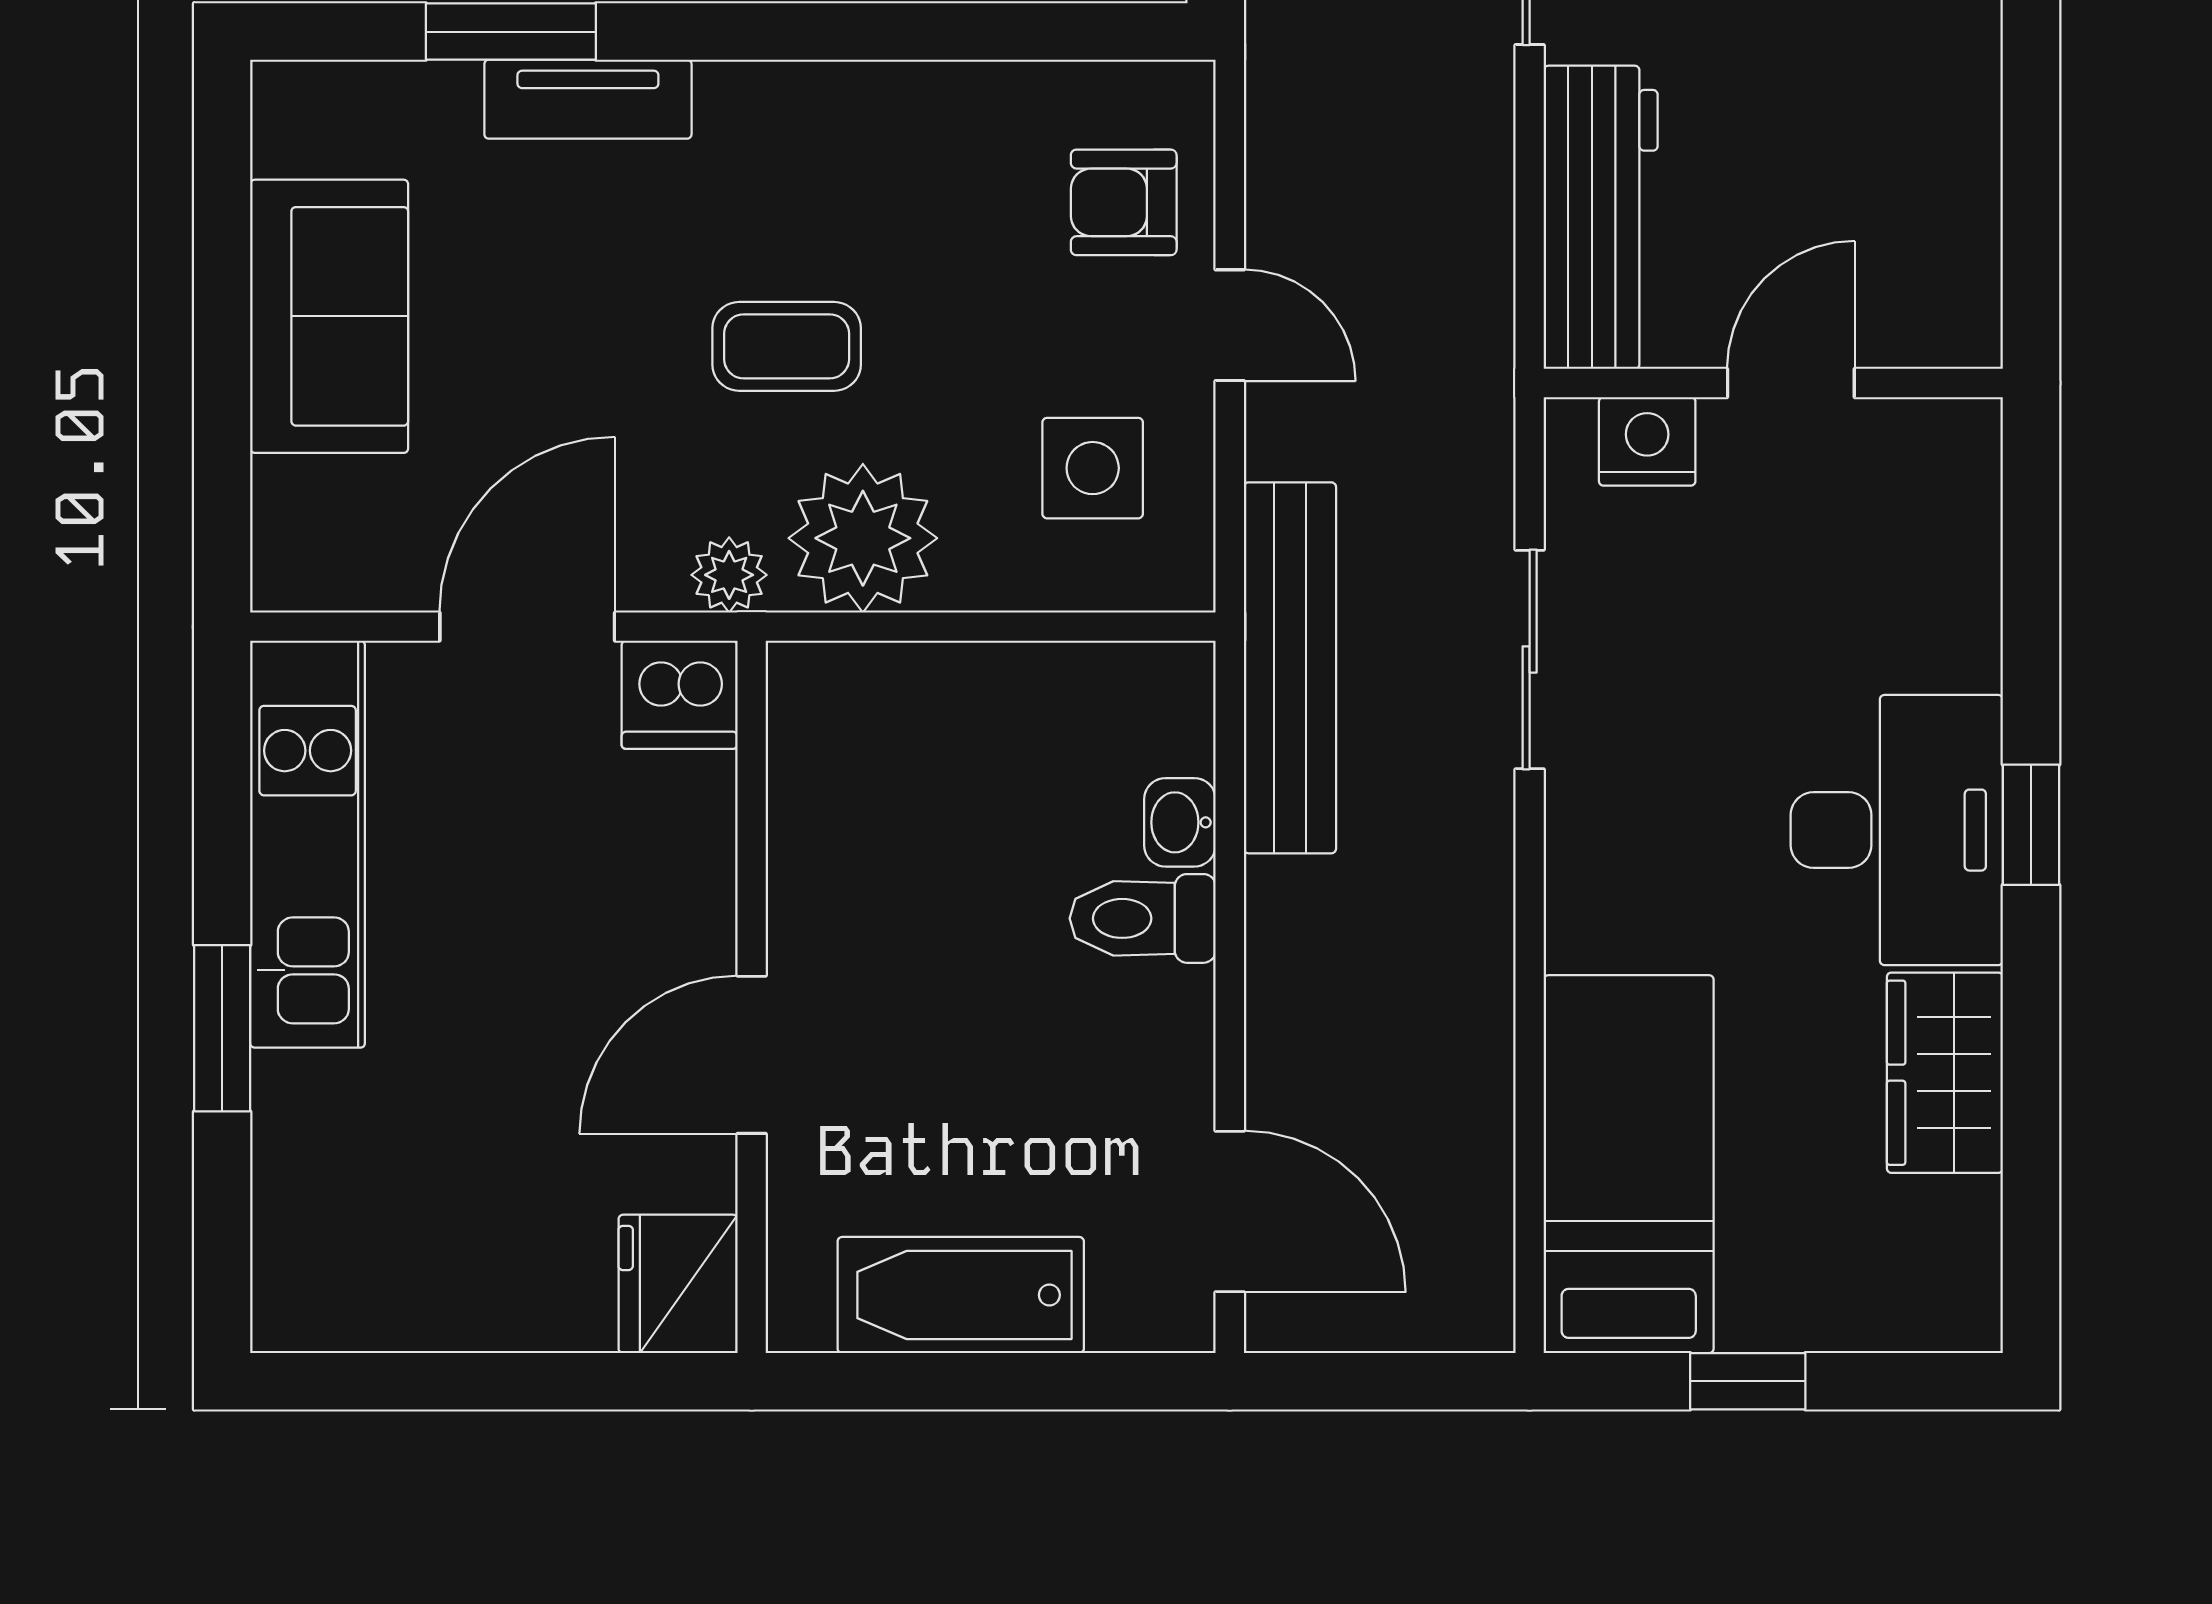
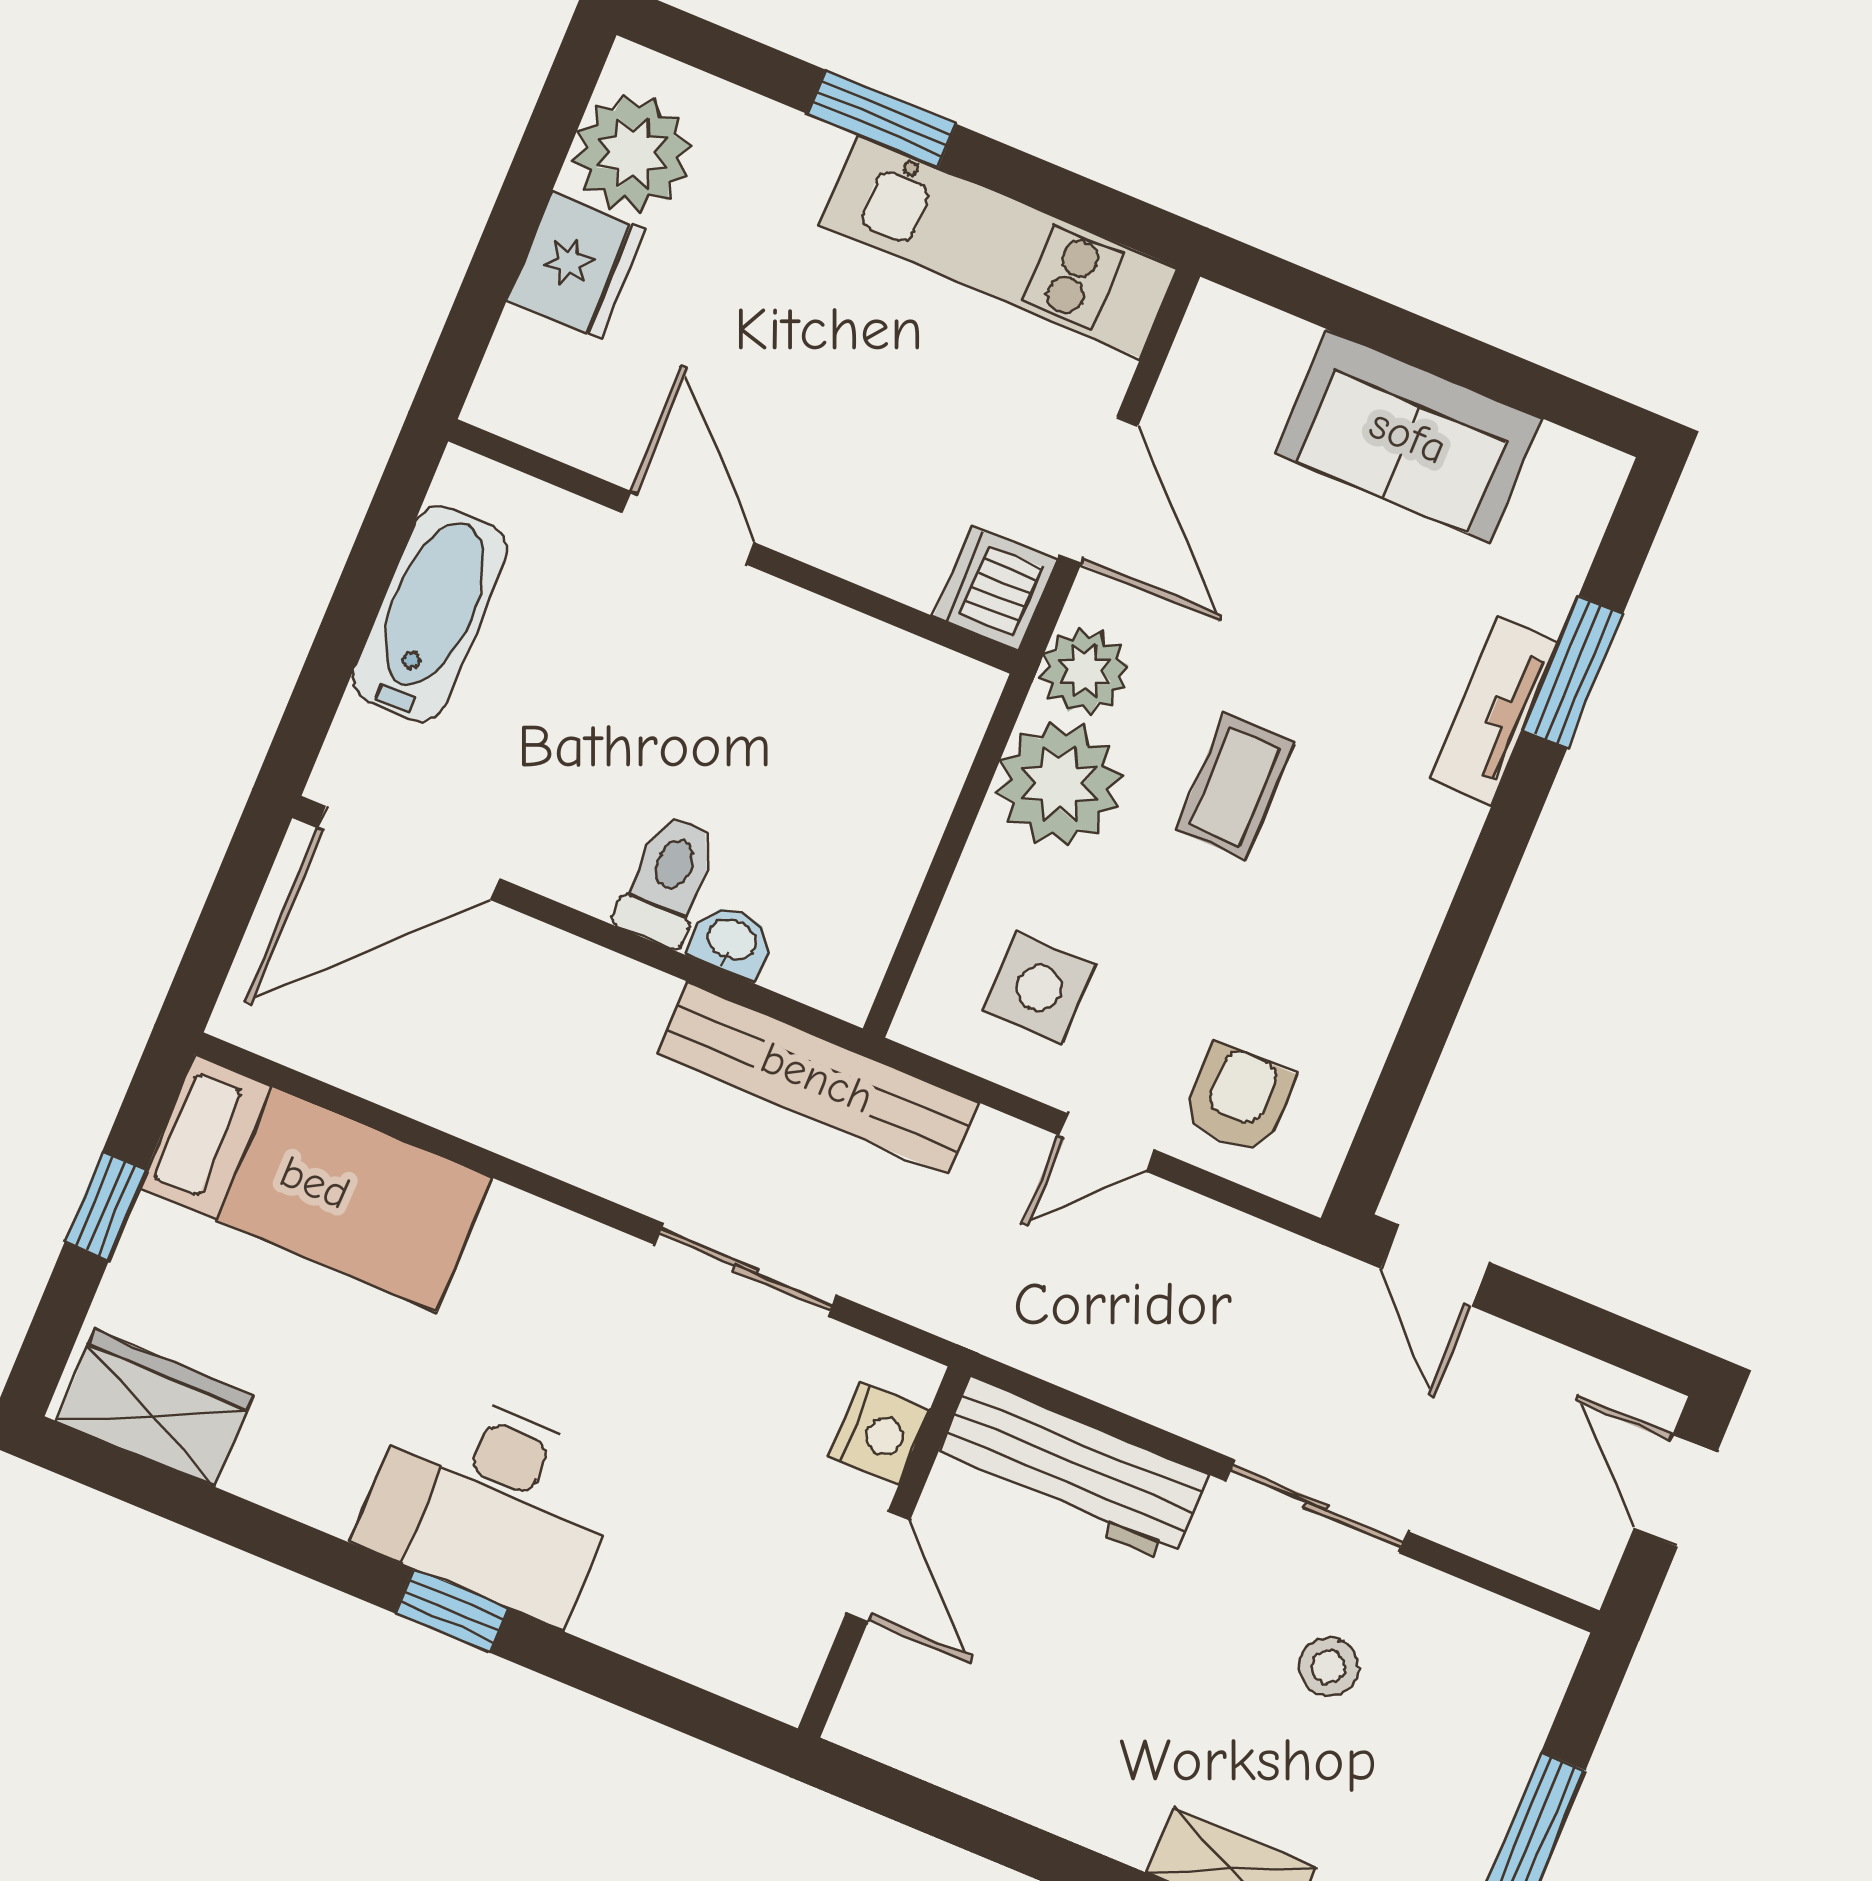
plant: (729, 575) -> (1085, 671), width x1.38, depth x1.38
wardrobe: (1945, 1073) -> (155, 1408), moved
door: (1230, 1212) -> (408, 853), width x1.36
plant: (371, 1283) -> (632, 153), added
fridge: (678, 1284) -> (576, 265), moved, turned 90

